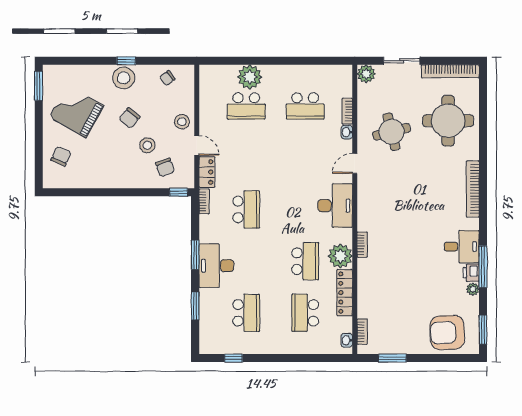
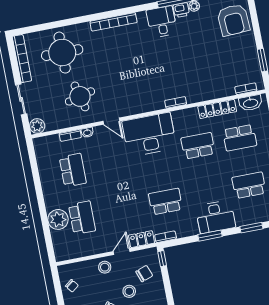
desk: (335, 206) -> (149, 135), width x1.36, depth x1.30
plant: (340, 256) -> (188, 118), removed
washbasin: (347, 340) -> (250, 103), width x1.91, depth x1.45

